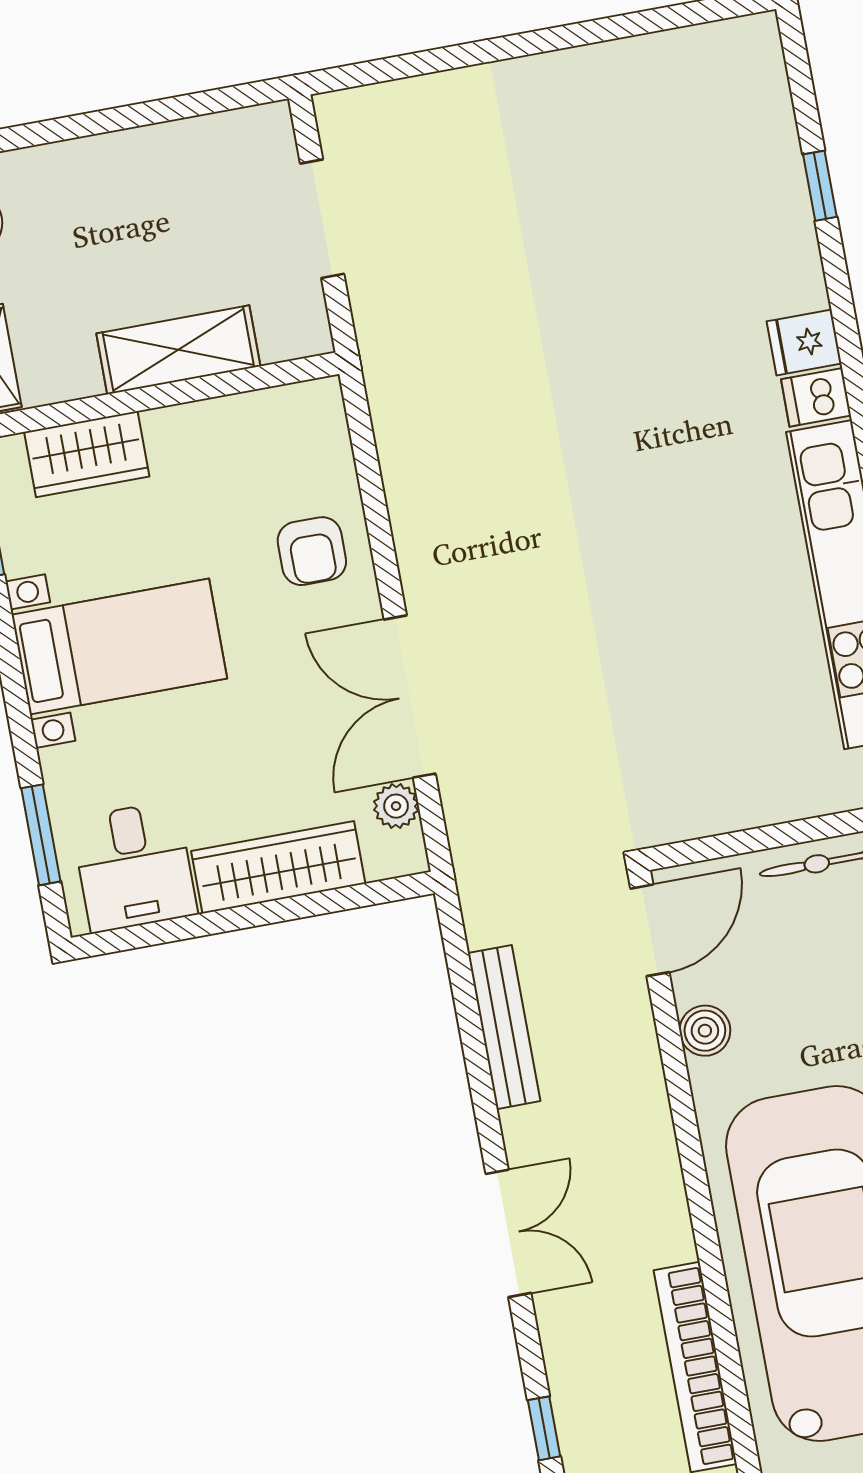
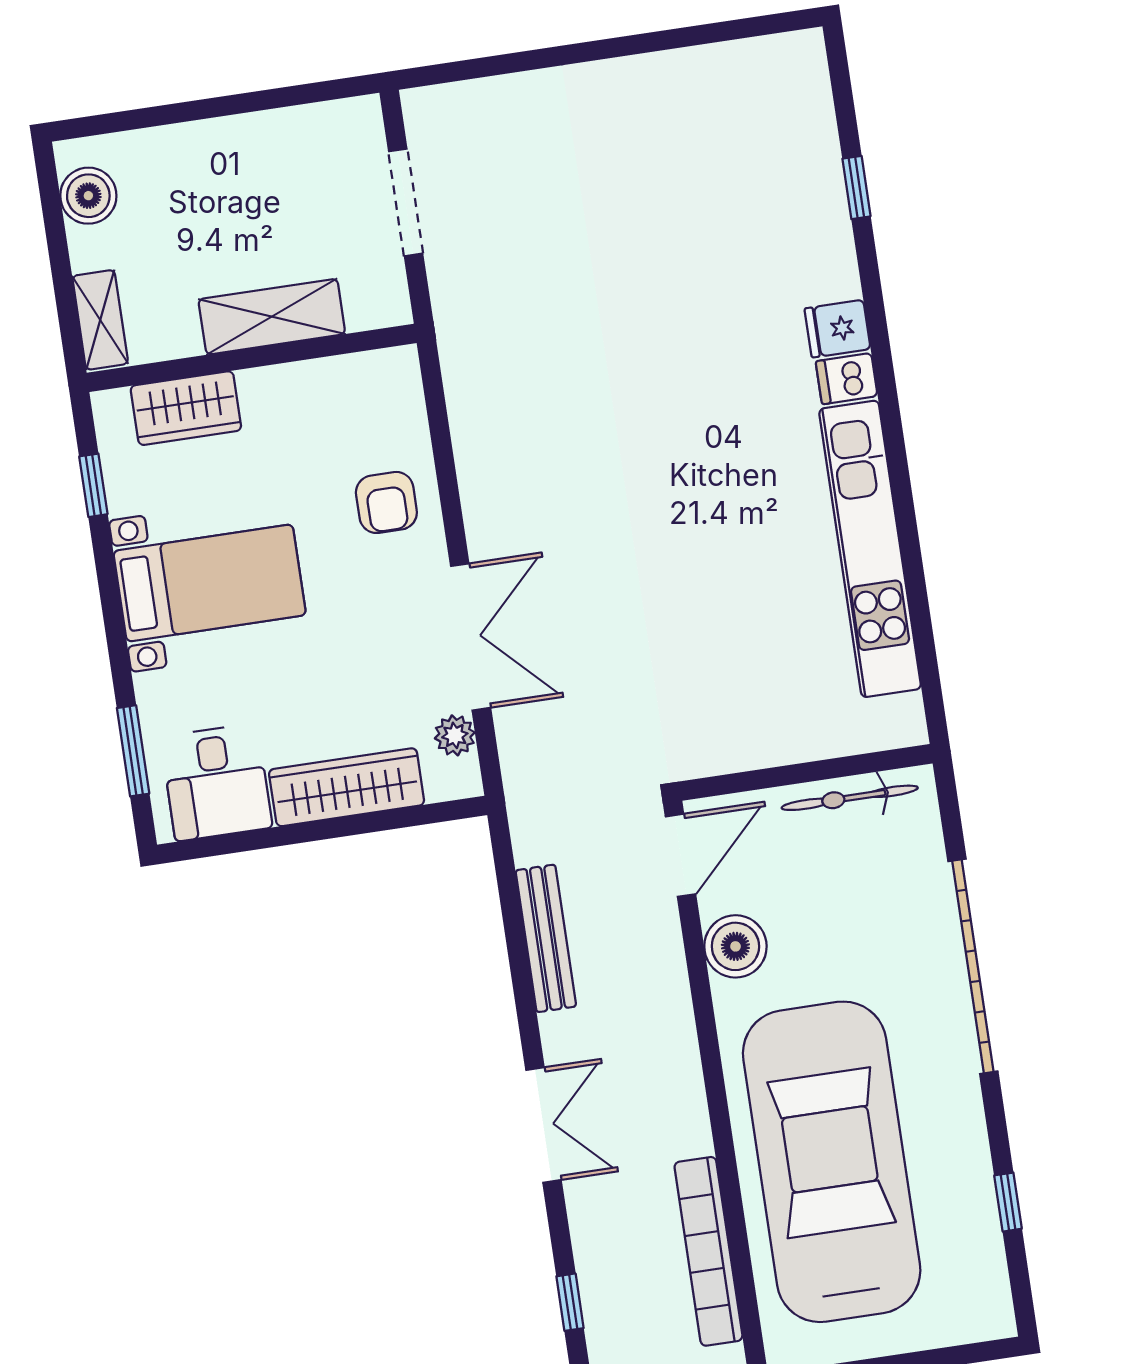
double door: (410, 697) -> (471, 637), swing flipped
boiler: (705, 1031) -> (735, 946), width x1.36, depth x1.36

